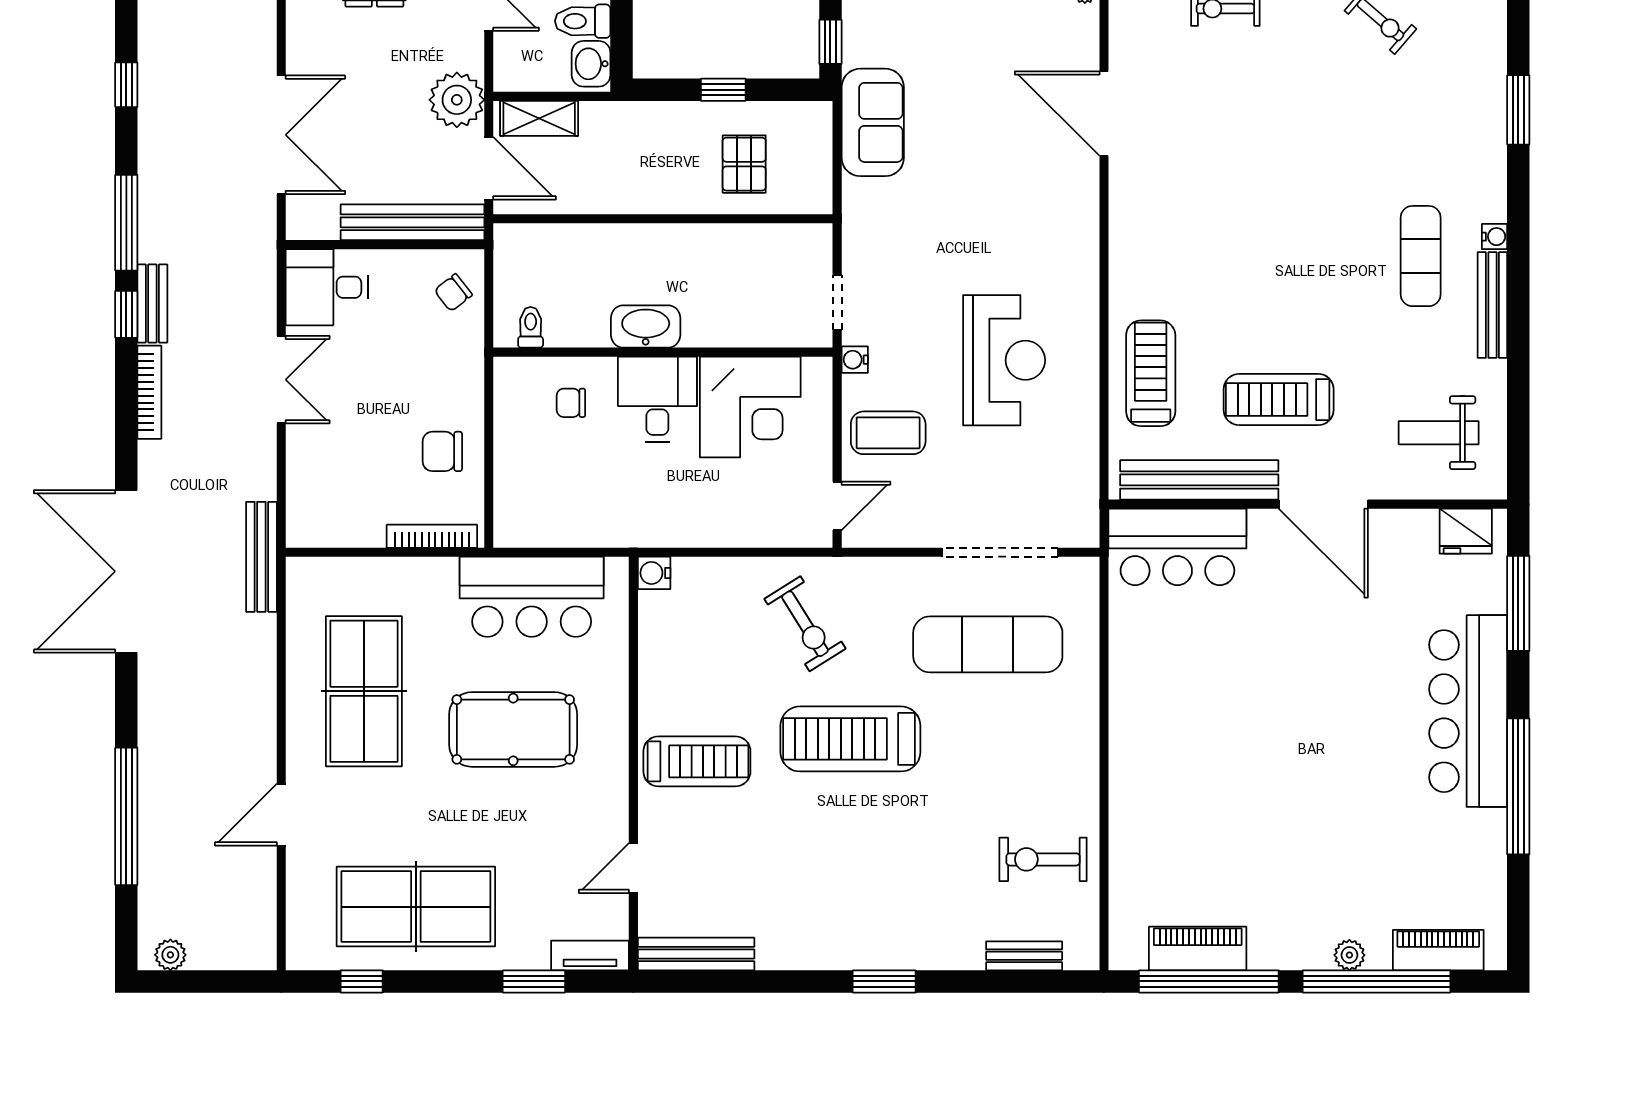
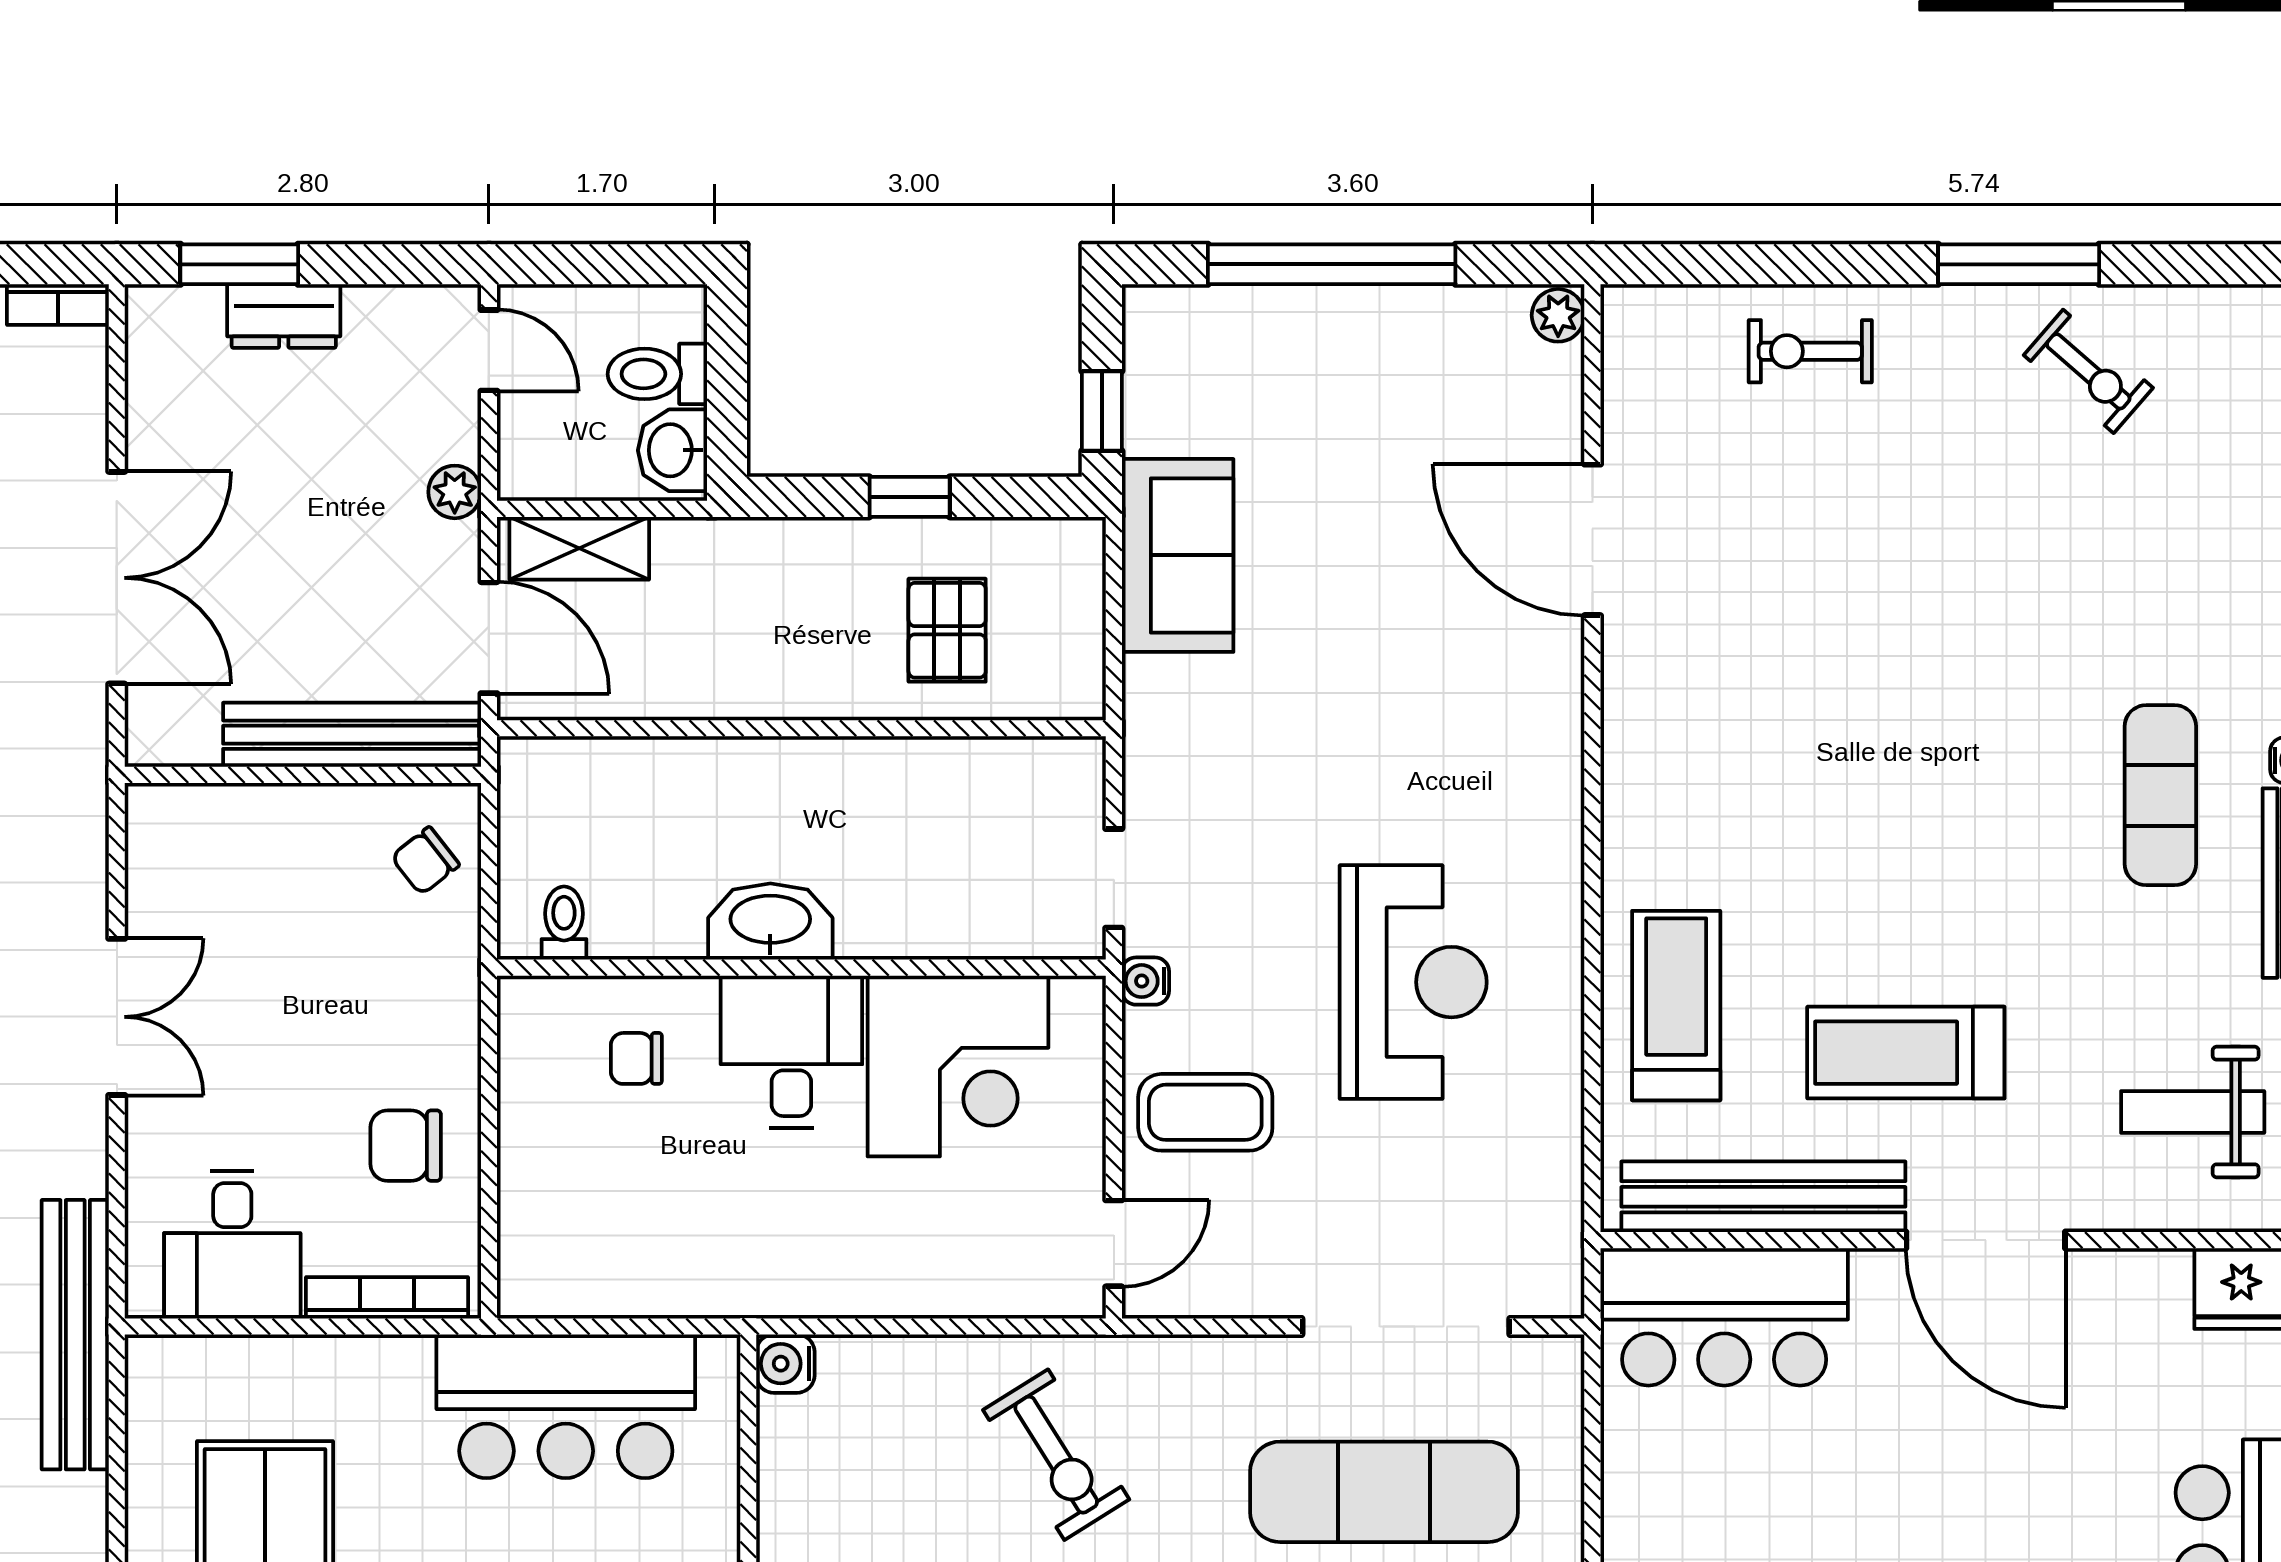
plant: (457, 100) -> (455, 492), width x0.53, depth x0.53
desk: (327, 287) -> (232, 1245), moved, turned -90
bench: (261, 557) -> (75, 1335), width x1.37, depth x1.21

